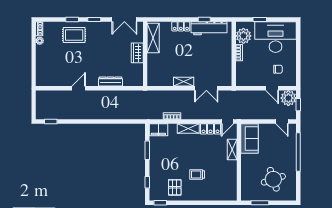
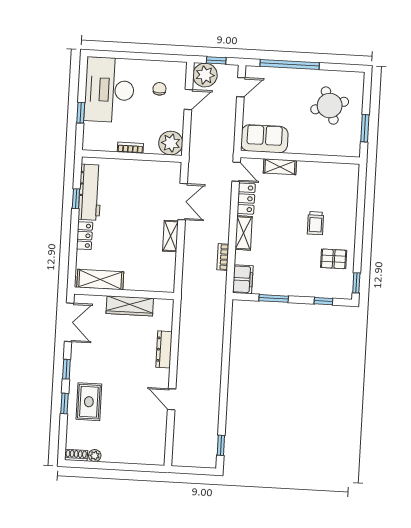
plant: (243, 36) -> (171, 143), moved
wardrobe: (137, 53) -> (130, 306), width x1.50

